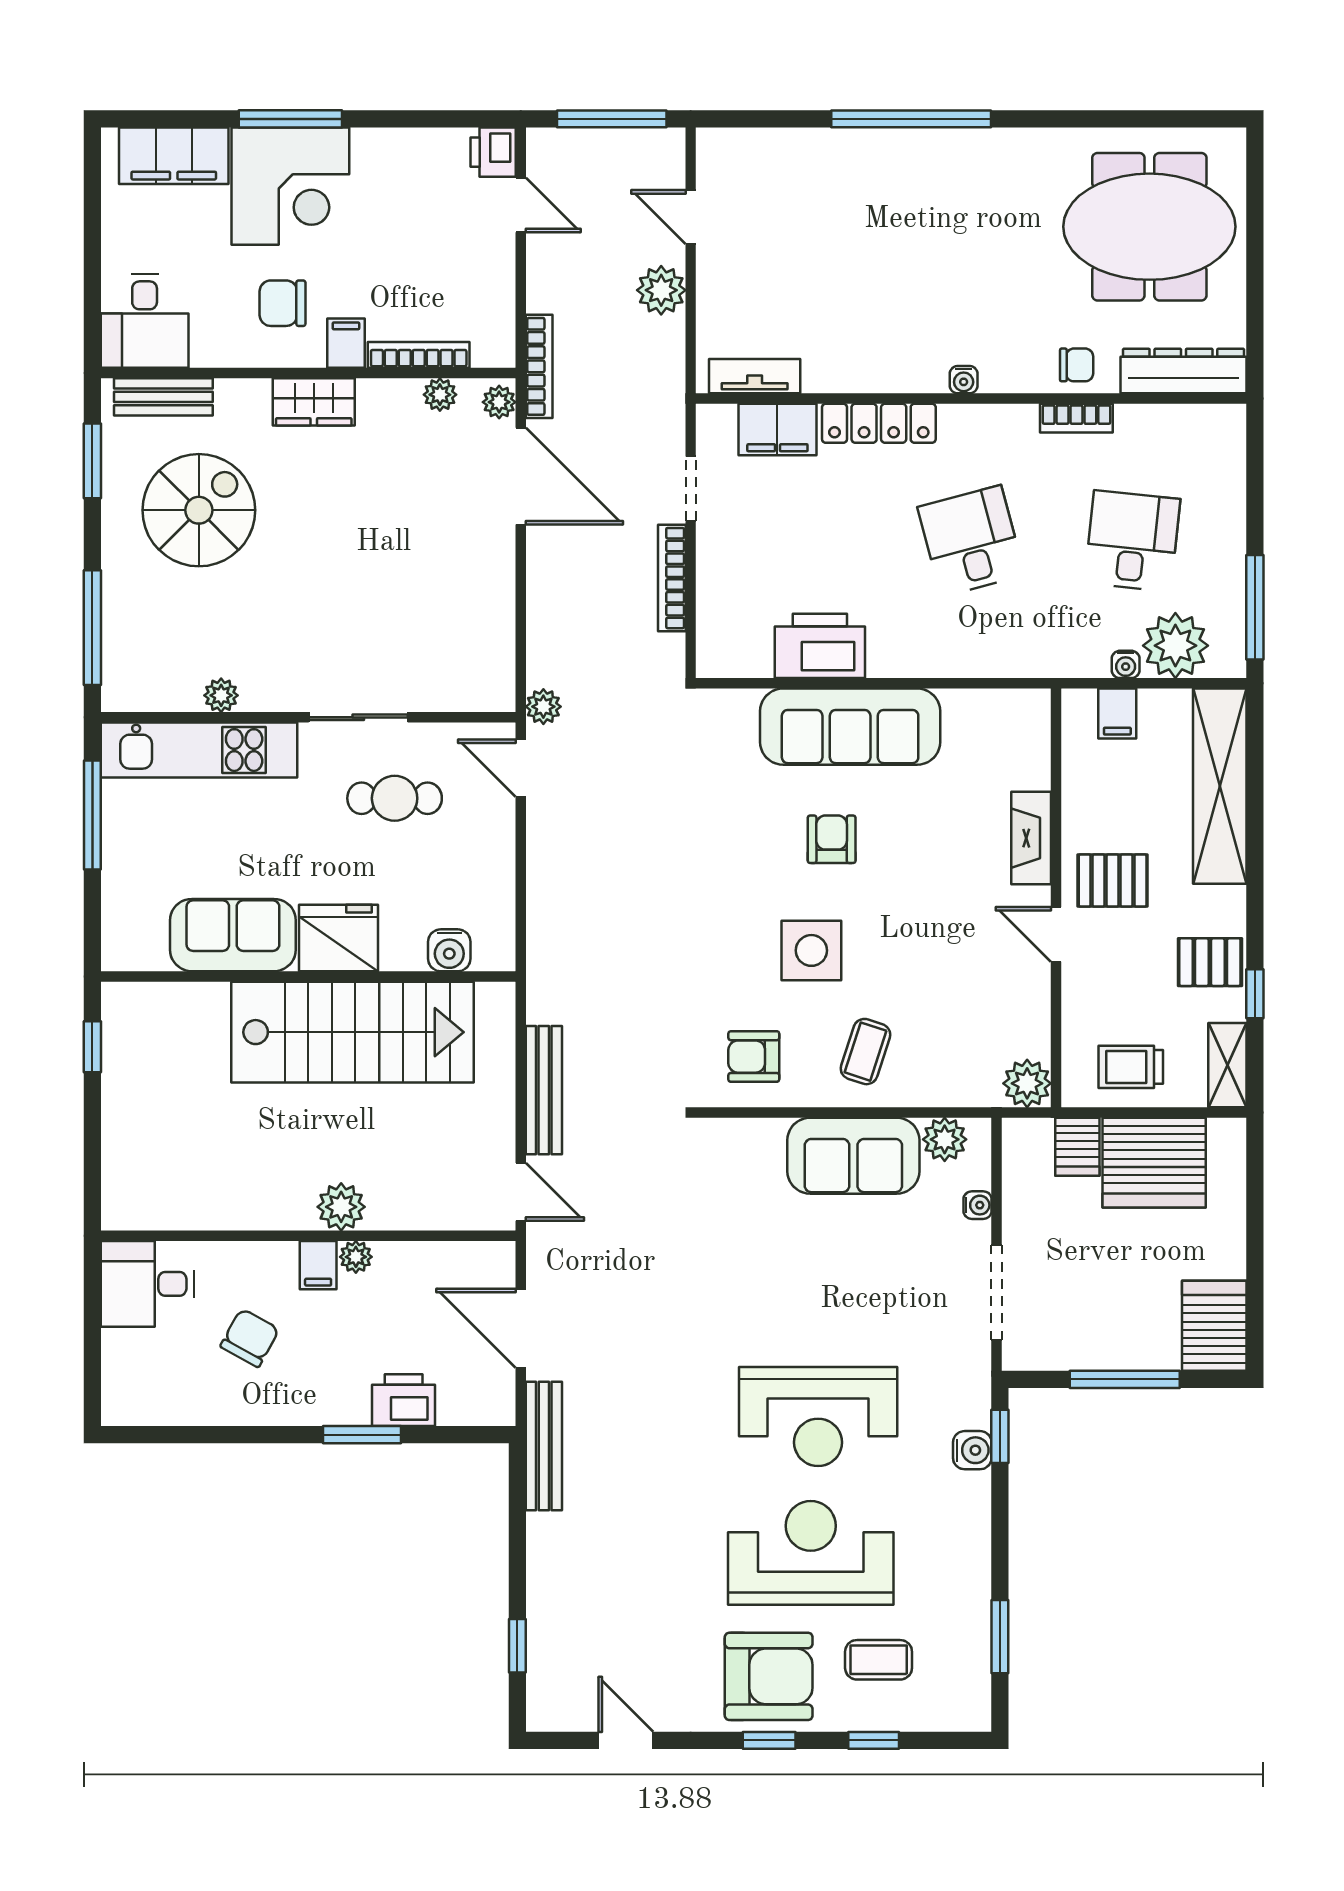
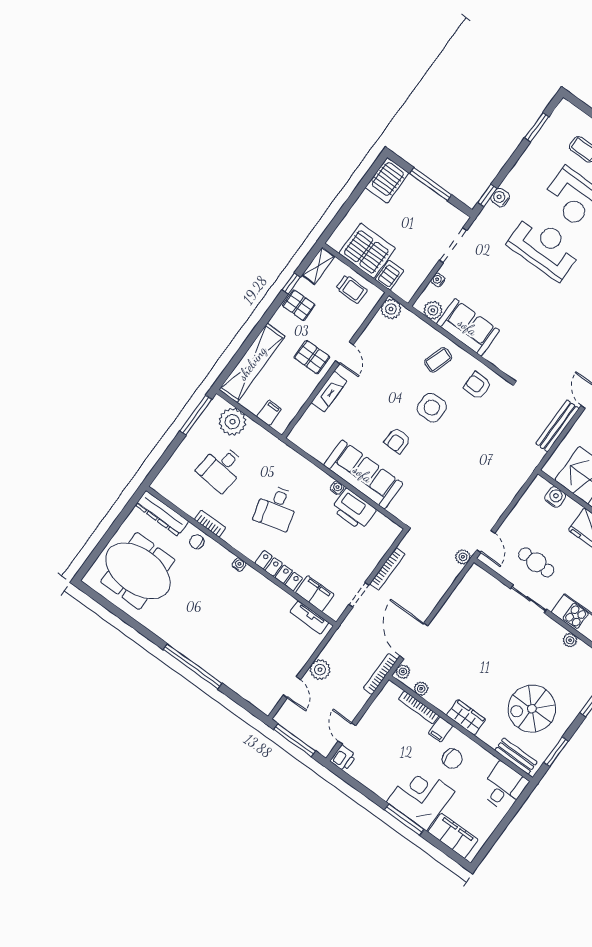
water cooler: (1126, 664) -> (337, 488), moved
armchair: (754, 1057) -> (478, 386), turned 180

